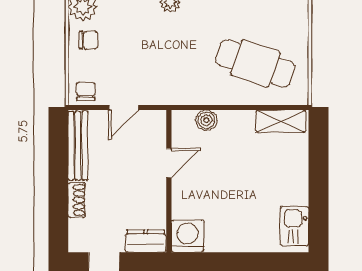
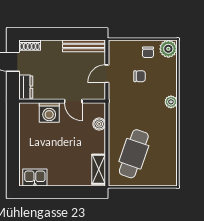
chair: (86, 91) -> (140, 76), moved
door: (124, 108) -> (107, 74), hinge flipped
shoe rack: (77, 200) -> (30, 45), moved
washing machine: (187, 236) -> (49, 113), moved, turned 90

